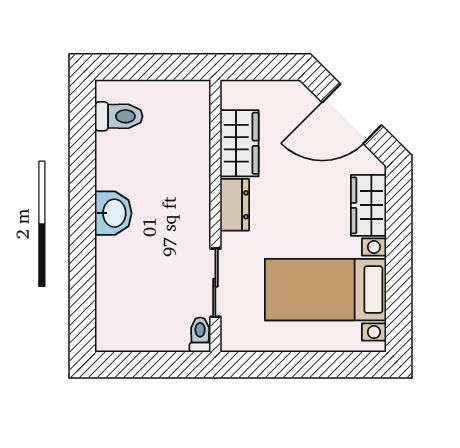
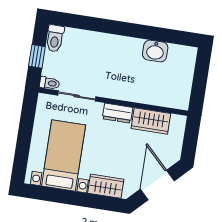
toilet: (119, 116) -> (55, 38), moved
washbasin: (113, 213) -> (155, 51), moved
window: (156, 365) -> (37, 56), added

